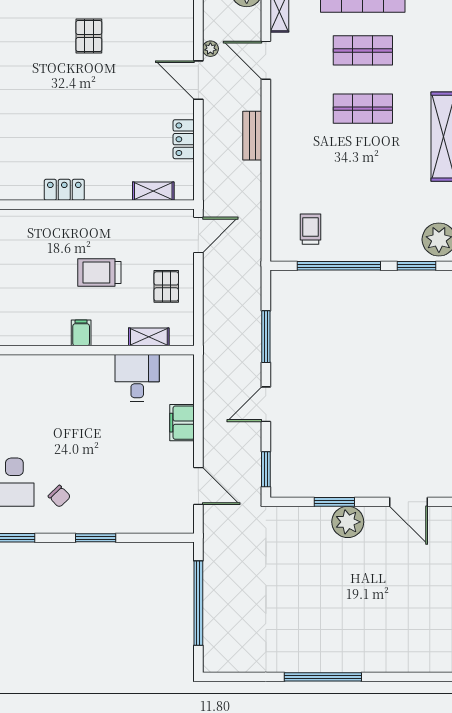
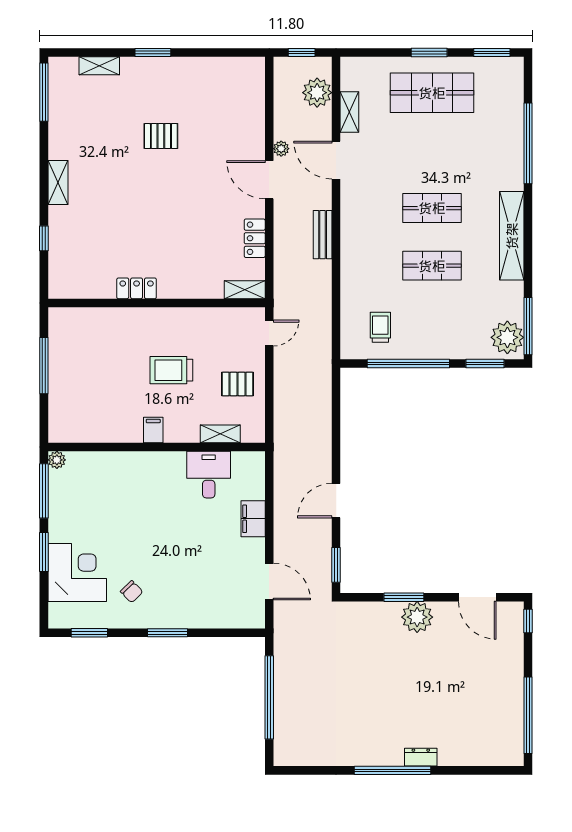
pallet: (89, 36) -> (161, 136), turned 90
shop shelf: (363, 50) -> (432, 266), moved
shelving: (153, 191) -> (245, 290), moved
door: (198, 235) -> (269, 333), width x0.73
pallet: (166, 286) -> (237, 384), turned 90
window: (266, 337) -> (336, 434), removed
dresser: (351, 664) -> (421, 757), added

